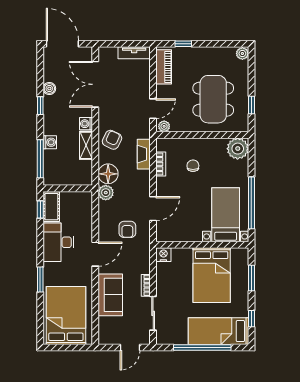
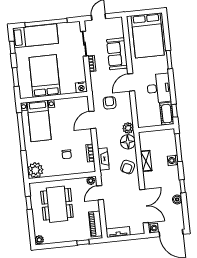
washing machine: (86, 124) -> (153, 228), moved

